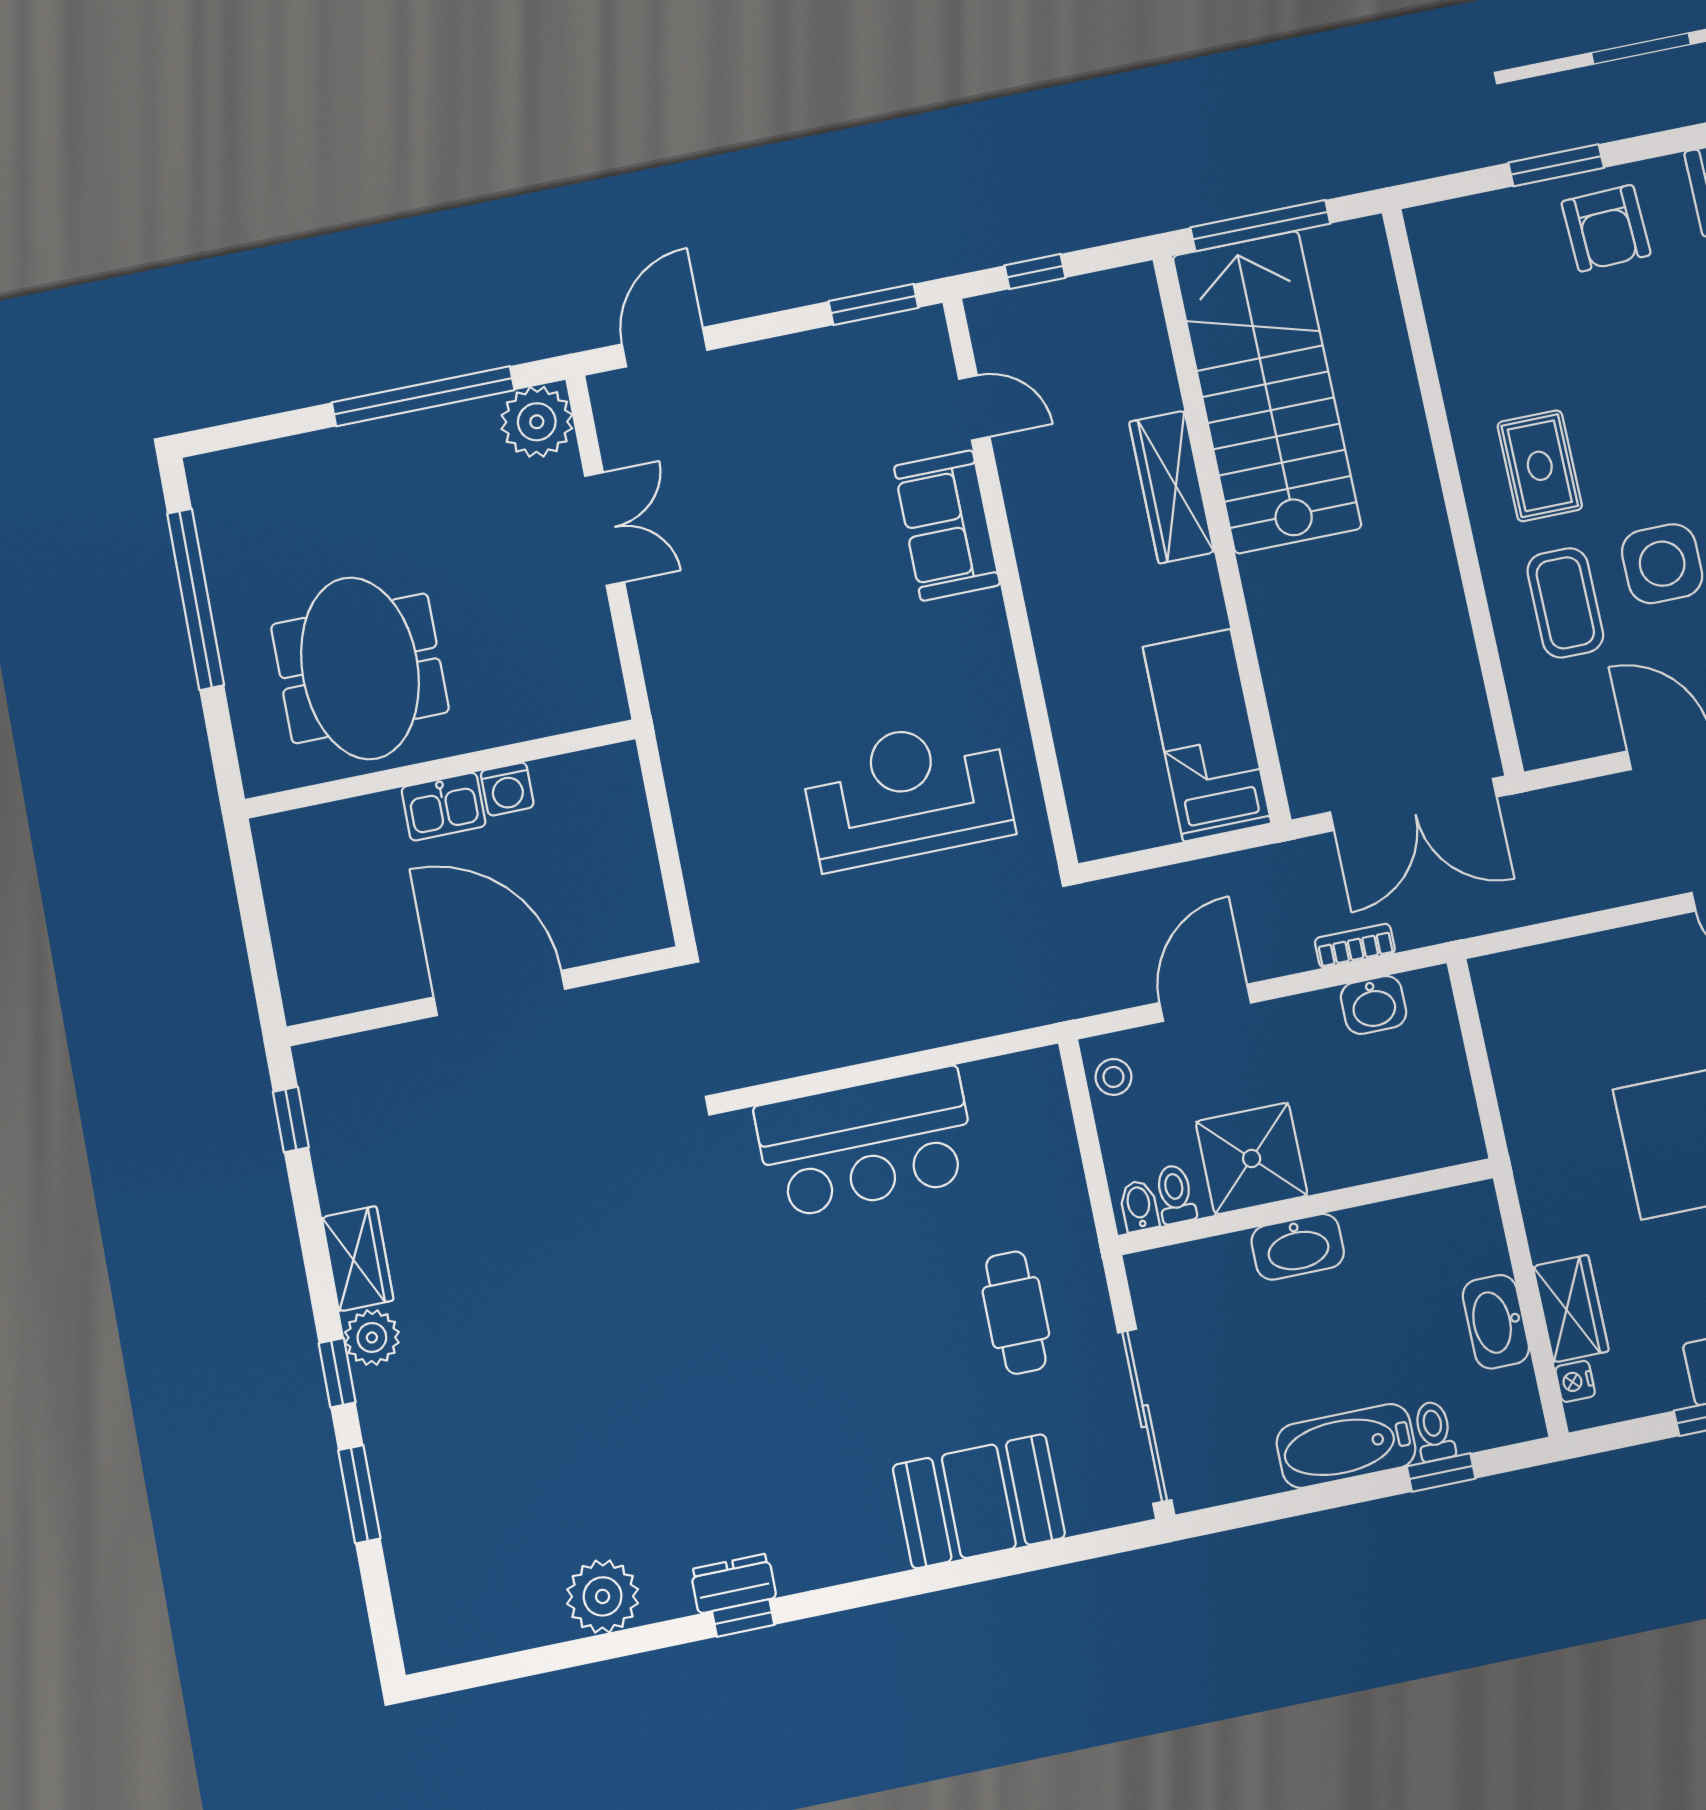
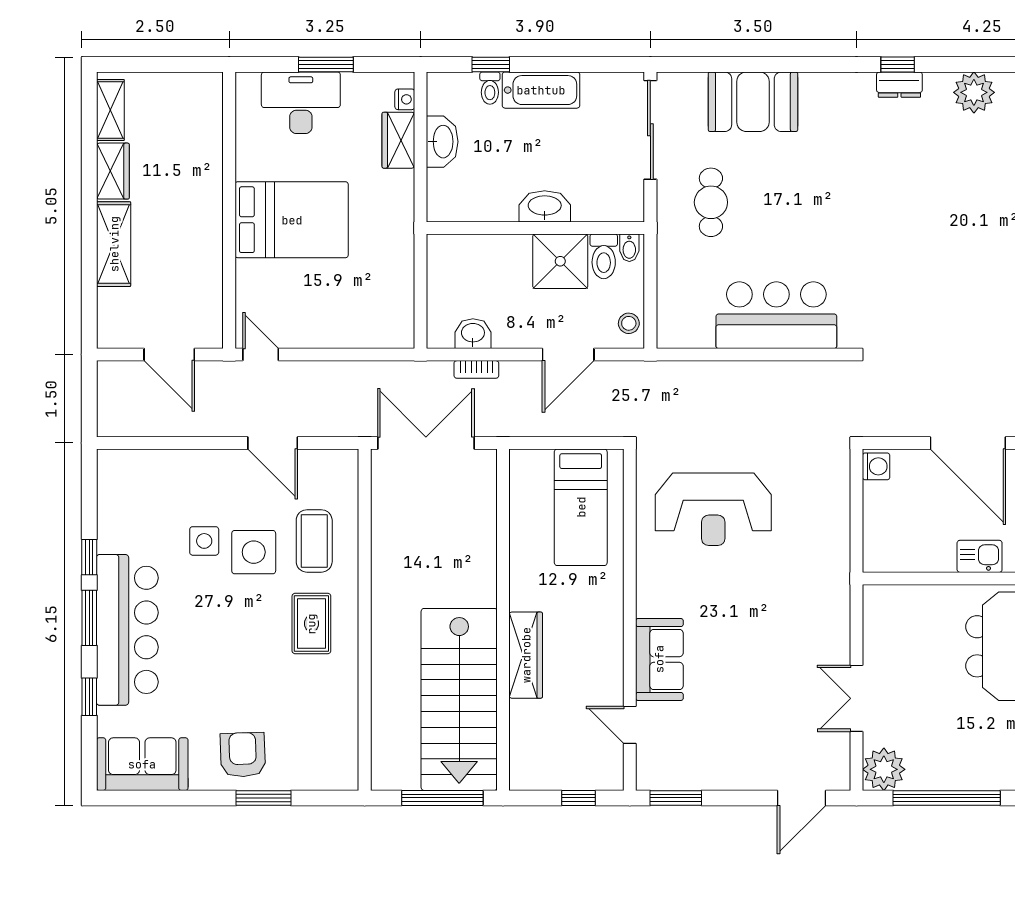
bed: (1207, 735) -> (581, 507), moved
washing machine: (507, 789) -> (876, 466), moved, turned 90
toilet: (1175, 1194) -> (604, 256), width x1.37, depth x1.39

